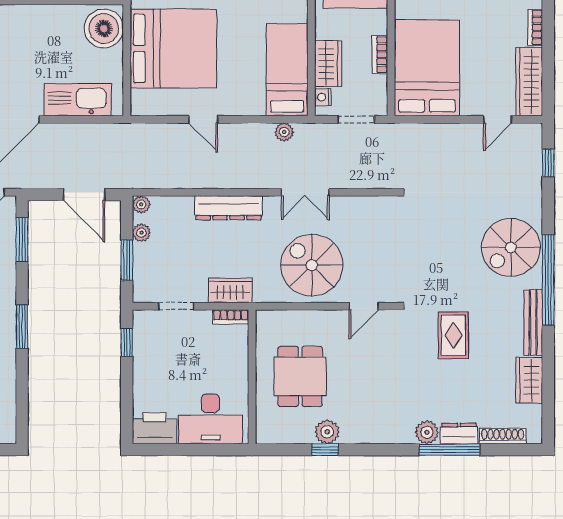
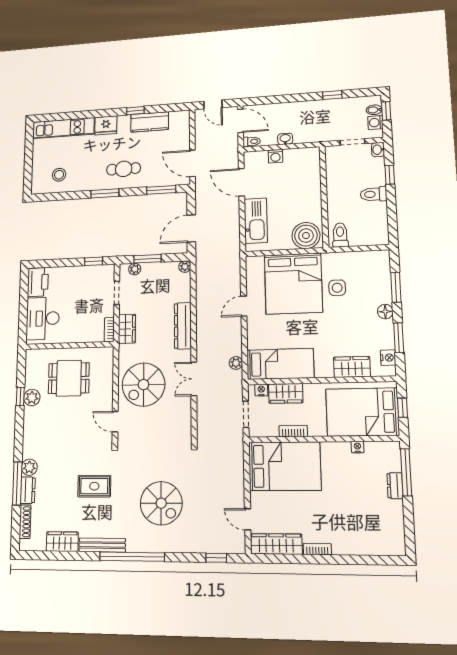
plant: (141, 233) -> (135, 269), moved
spiral stairs: (511, 247) -> (161, 503), moved, turned 180
spiral stairs: (312, 265) -> (143, 385), turned 180

